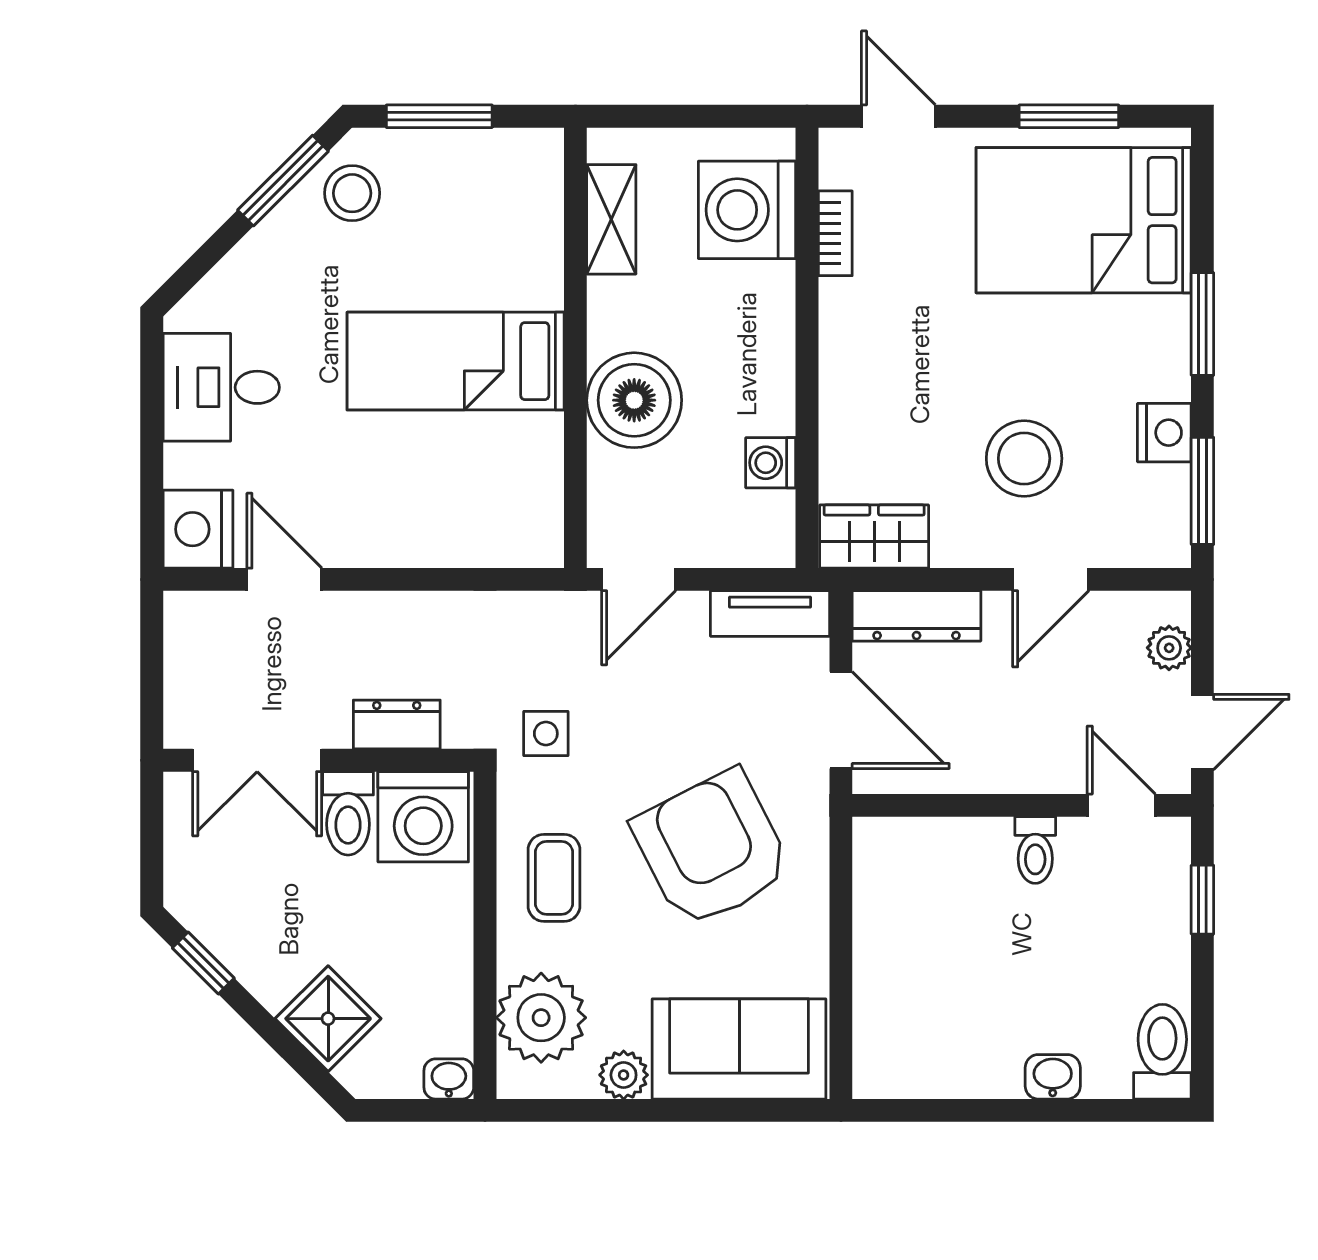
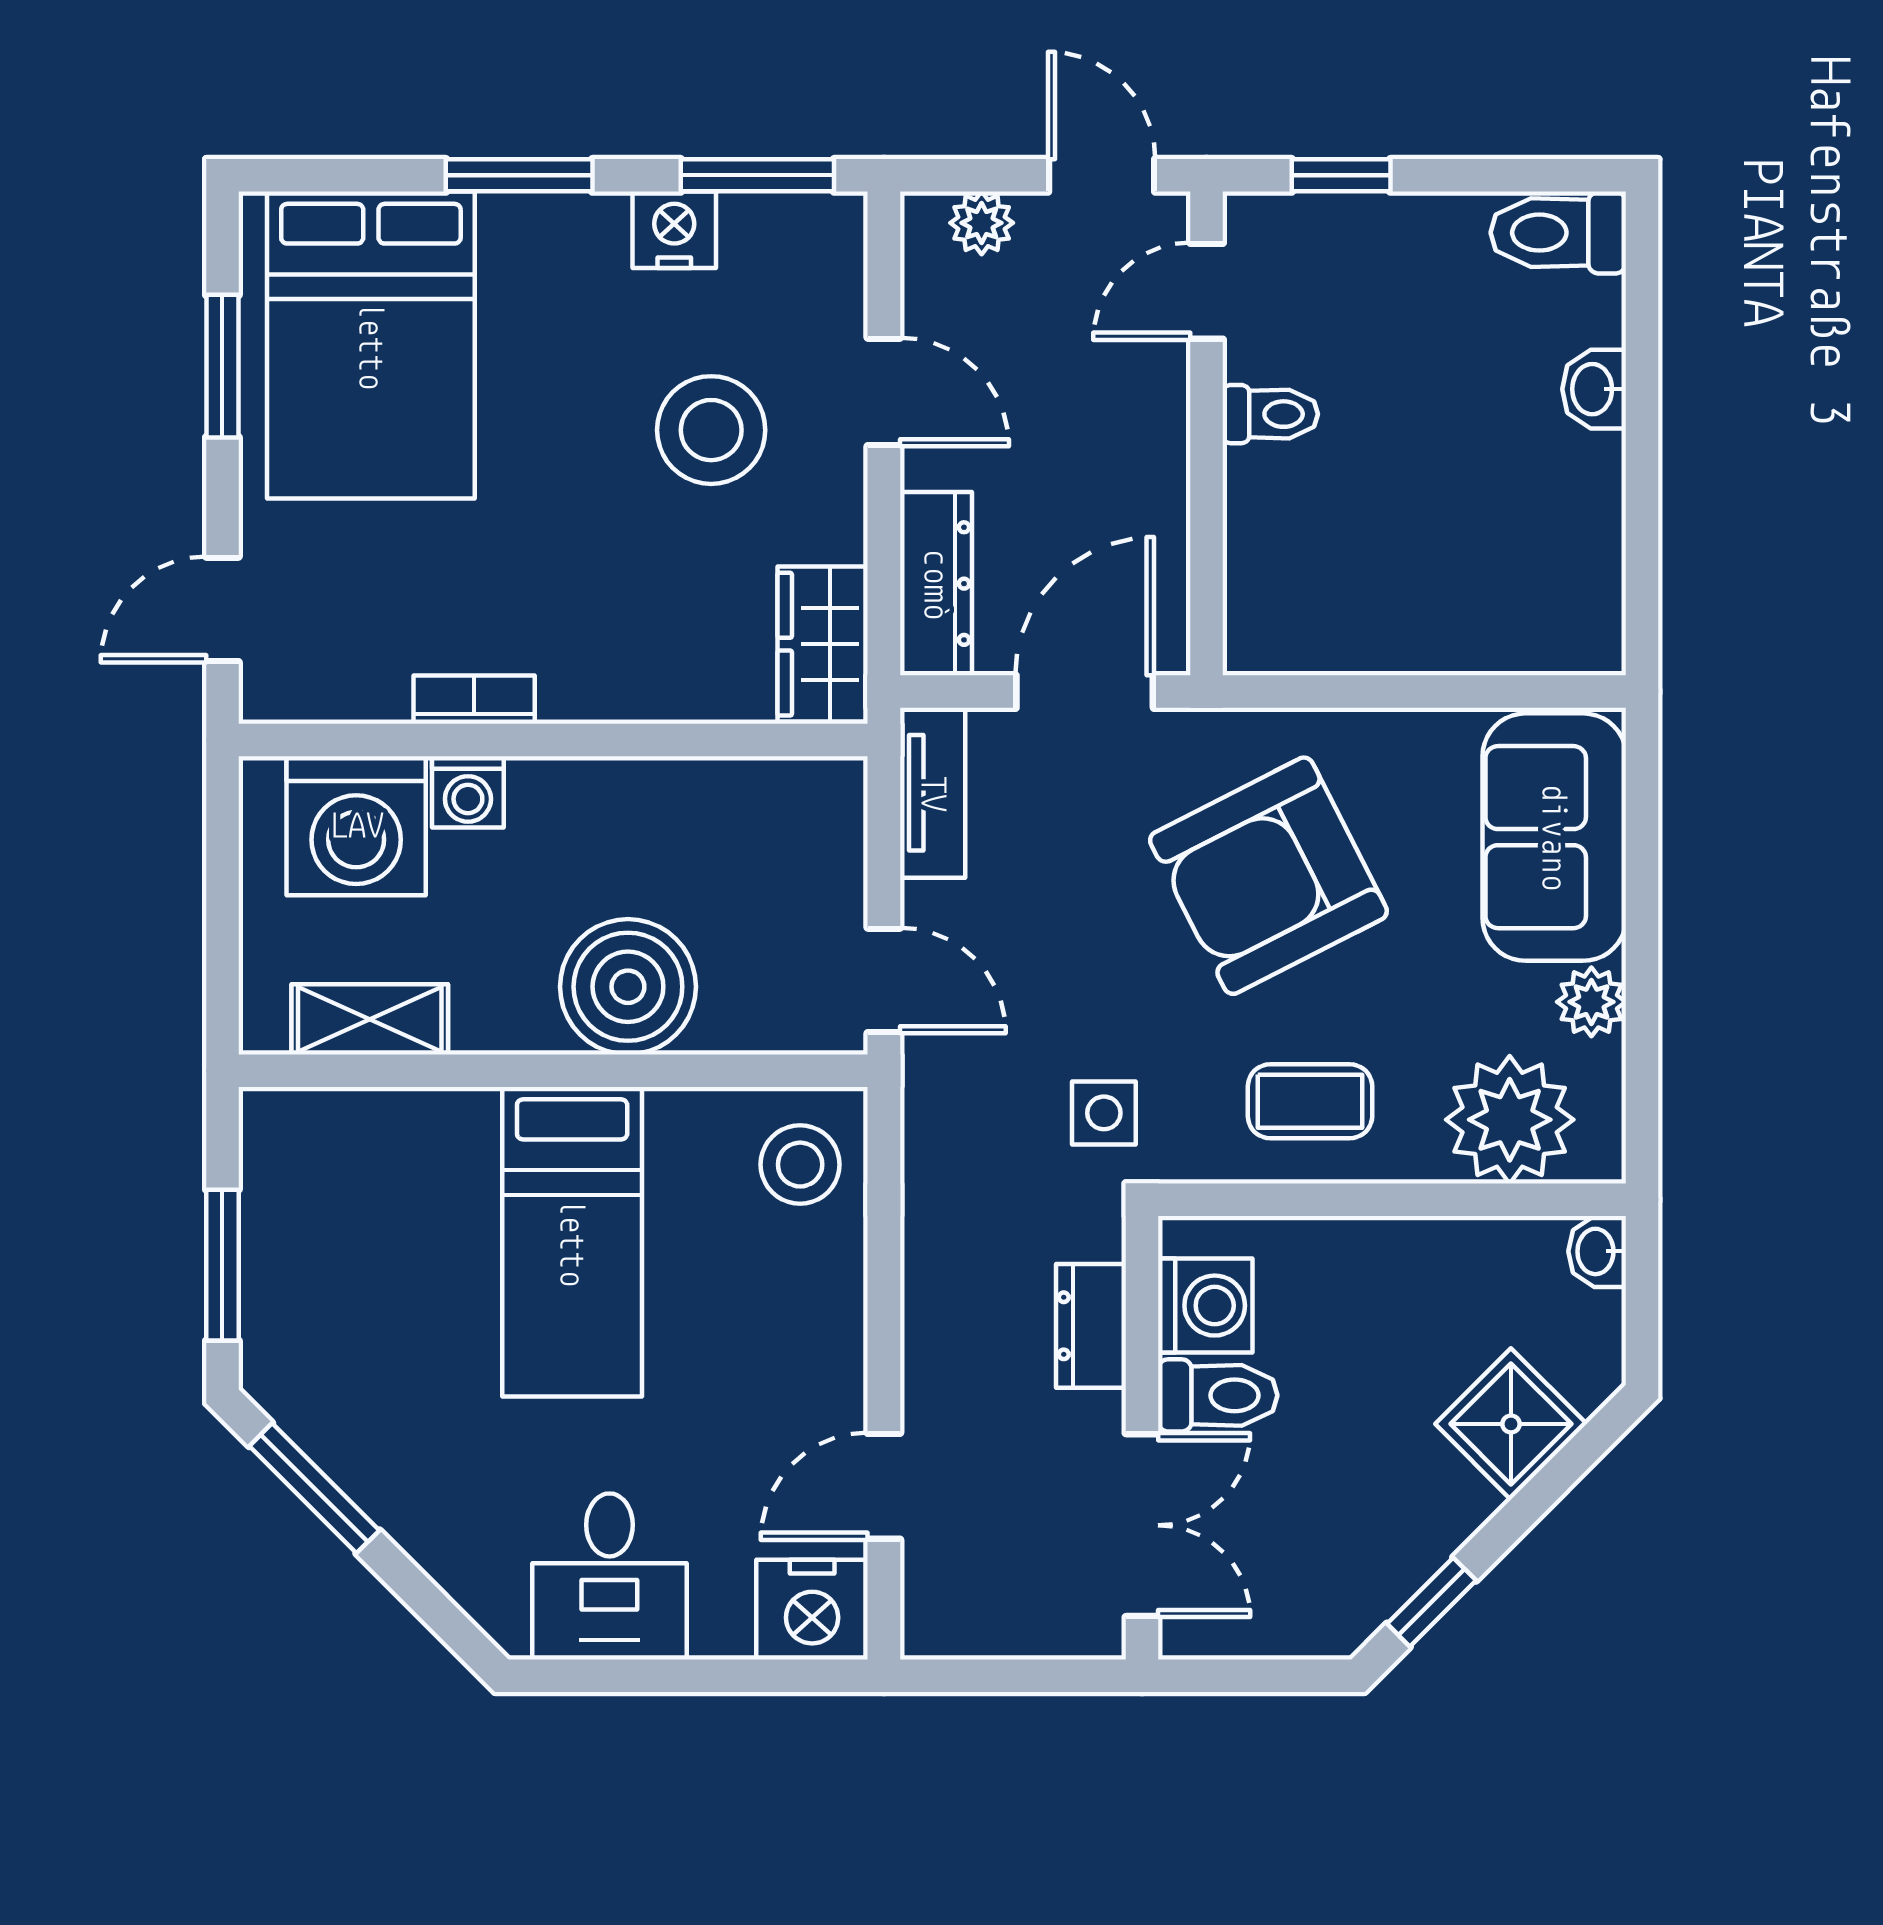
stool: (352, 193) -> (800, 1165), moved
bookcase: (835, 233) -> (474, 700), moved
washing machine: (771, 463) -> (468, 792), moved
washing machine: (423, 817) -> (1205, 1306), width x0.73, depth x0.73

